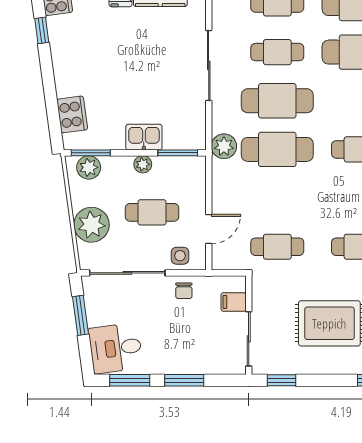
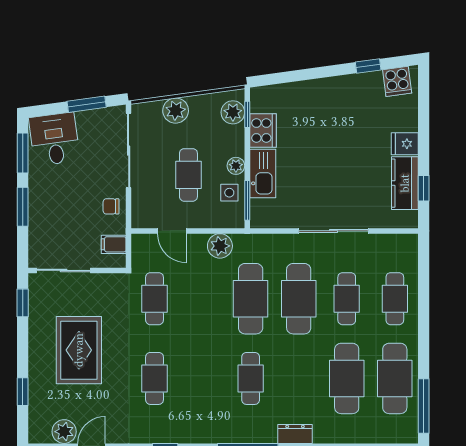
cooker: (72, 114) -> (263, 131), moved, turned -82
kitchen sink: (144, 137) -> (263, 174), width x1.38
plant: (224, 146) -> (220, 246), moved
window: (91, 153) -> (247, 114), width x0.67
plant: (91, 225) -> (176, 111), width x0.73, depth x0.73
side table: (180, 256) -> (229, 193), moved
filing cabinet: (234, 302) -> (114, 244), moved, turned -90

